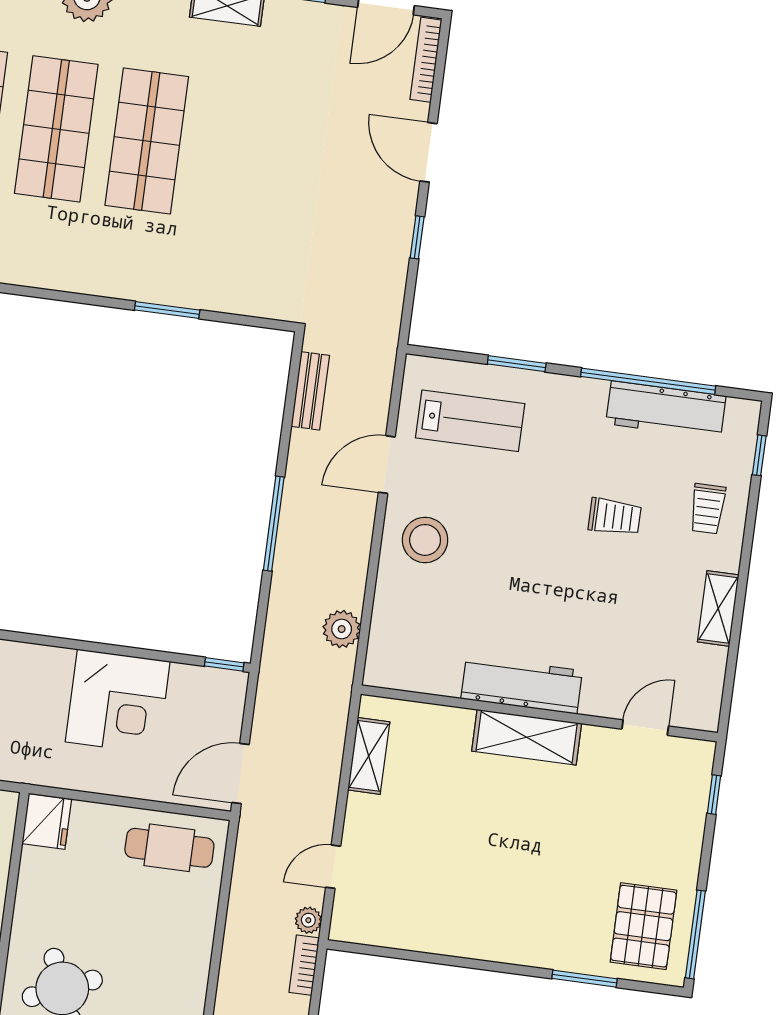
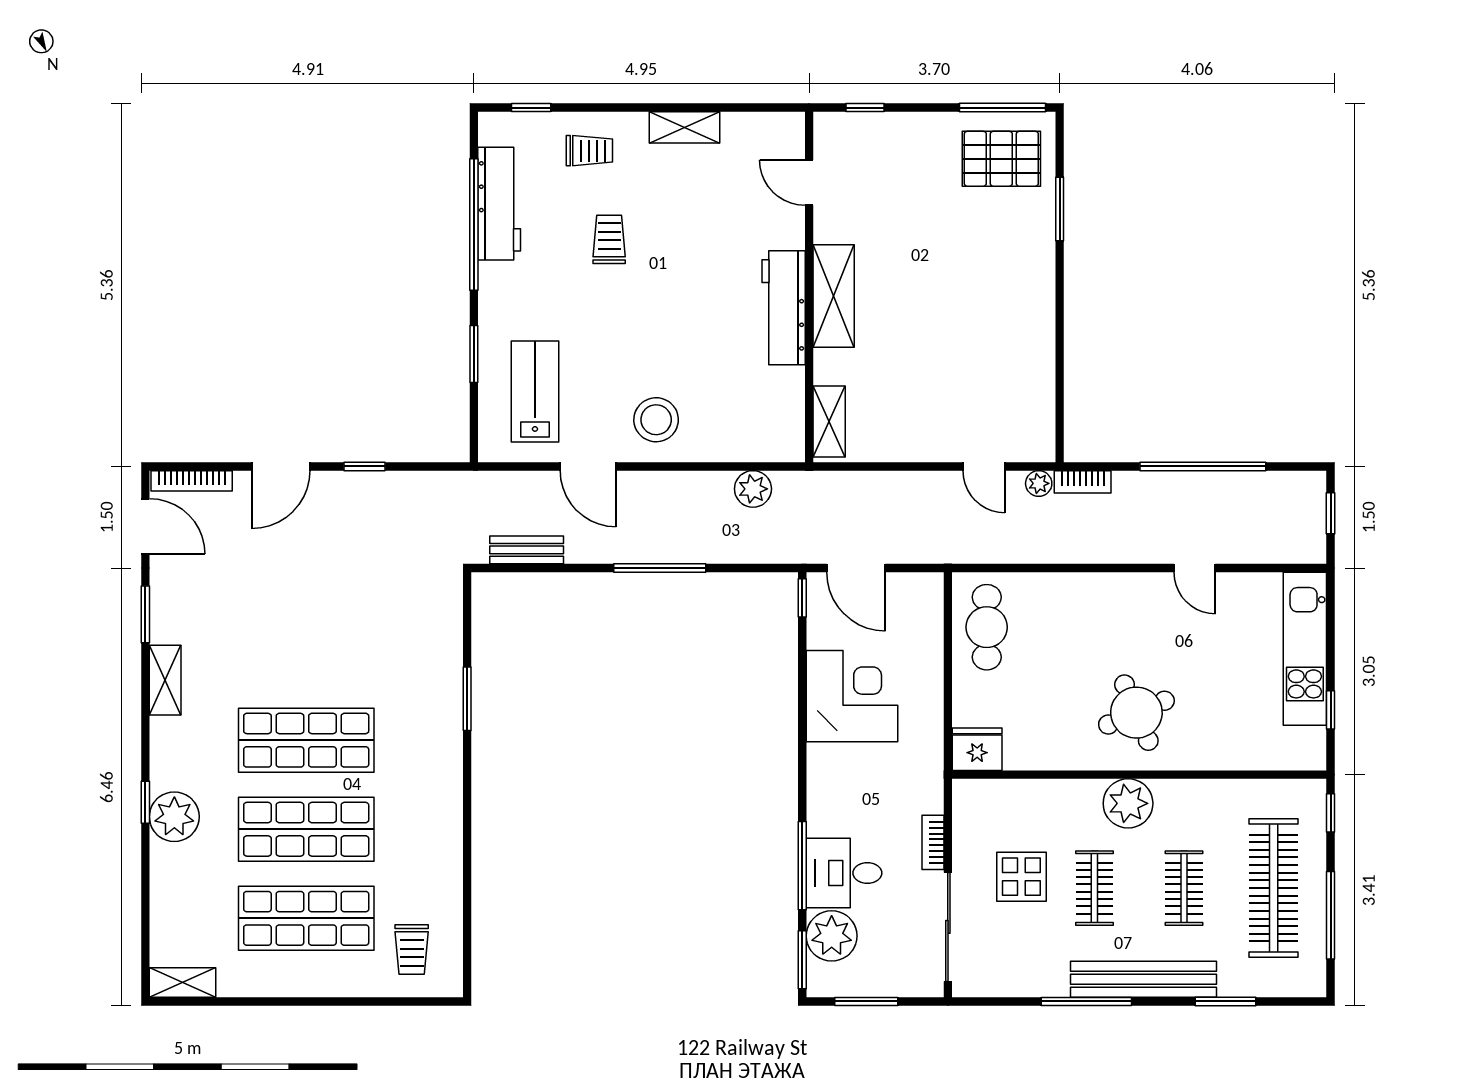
shelving: (369, 756) -> (829, 422), moved, turned 90
door: (240, 774) -> (856, 568), moved

